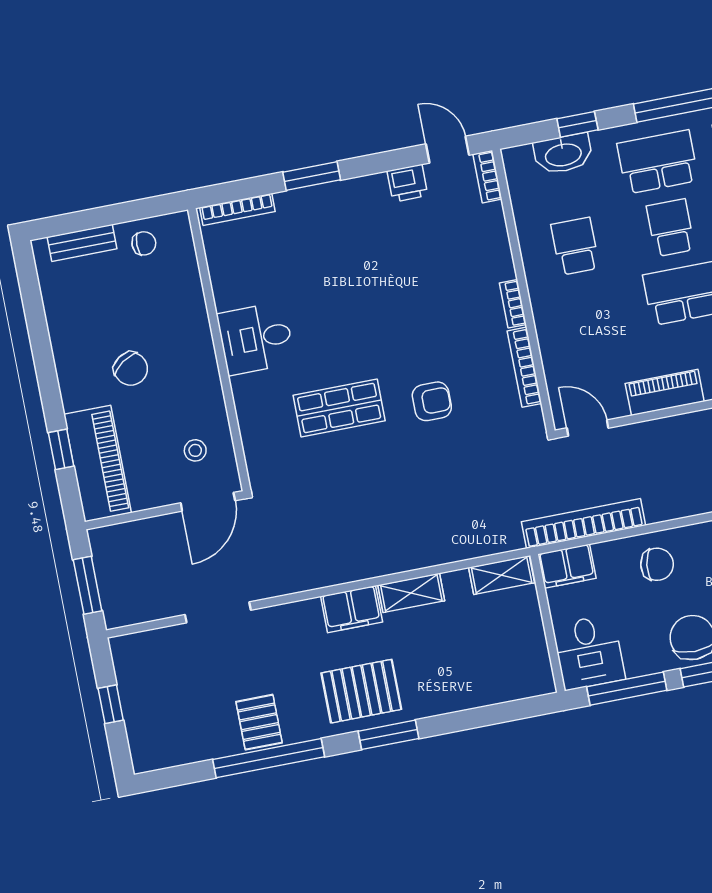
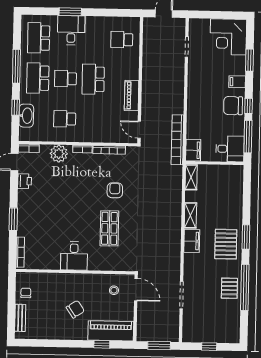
plant: (490, 250) -> (59, 154), added
door: (588, 428) -> (139, 130), hinge flipped
chair: (657, 564) -> (200, 114), removed
pallet: (259, 722) -> (229, 288), turned 90

